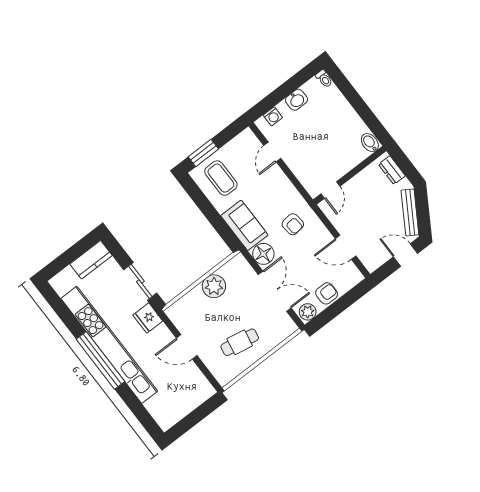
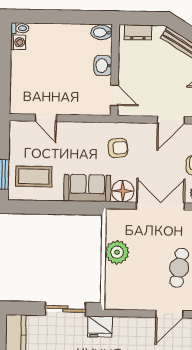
washbasin: (296, 100) -> (103, 66), moved, turned 180
washing machine: (273, 116) -> (18, 42), moved
door: (187, 347) -> (169, 314), moved

